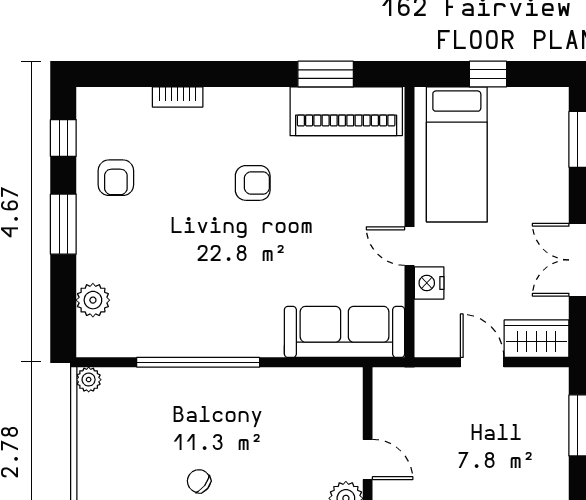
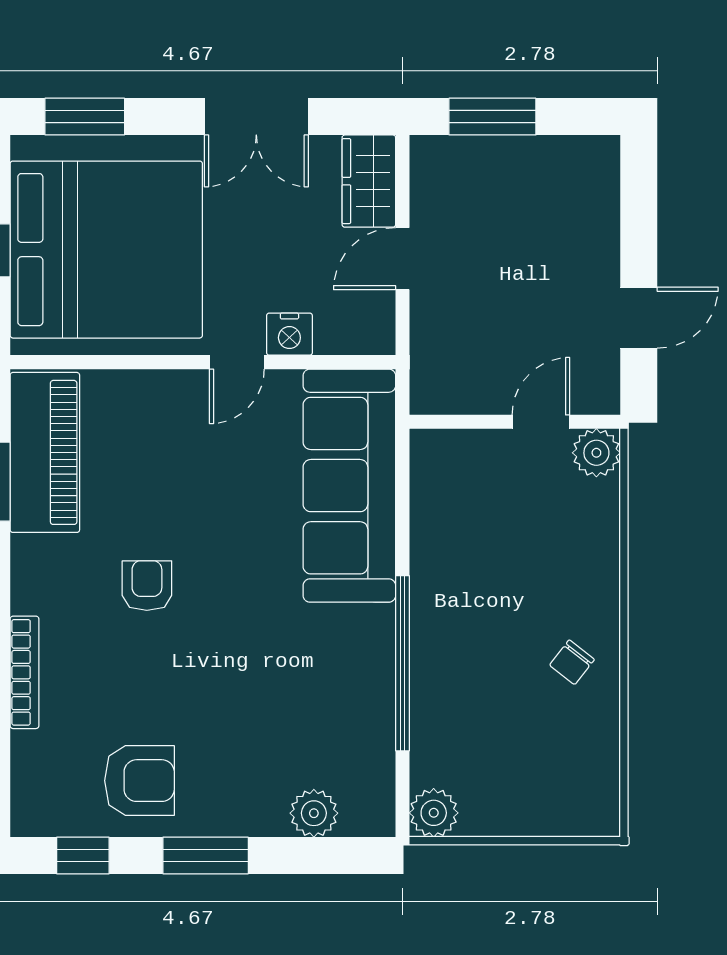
bookcase: (178, 97) -> (24, 672), width x1.56
bed: (457, 154) -> (106, 250), width x2.04
armchair: (116, 178) -> (139, 781), width x1.38, depth x1.38
sofa: (345, 332) -> (349, 486), width x1.36, depth x1.27
plant: (89, 380) -> (434, 813), width x1.38, depth x1.38

